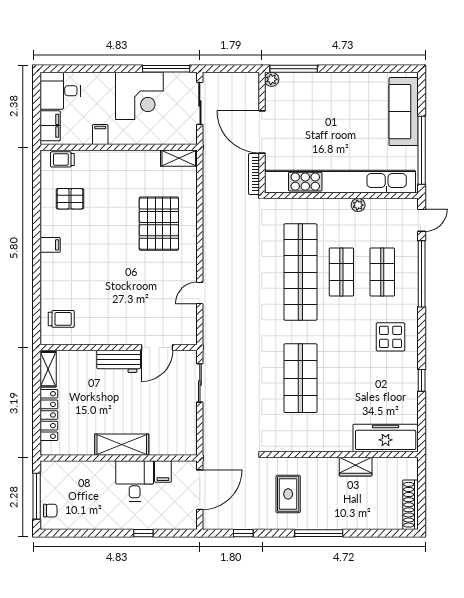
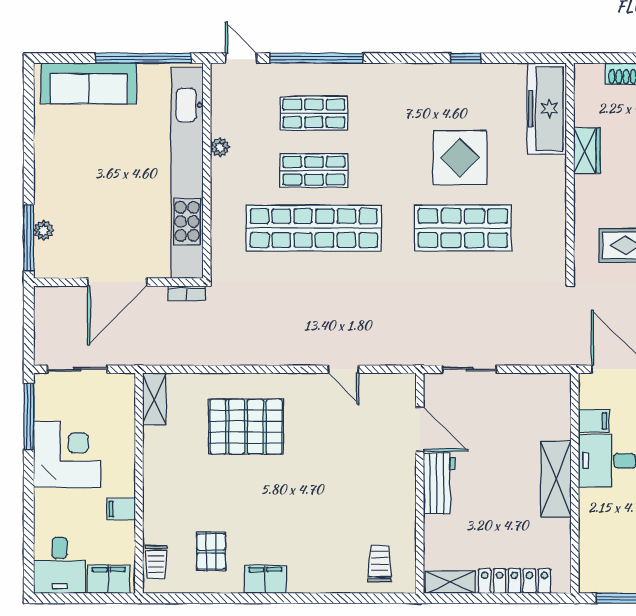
plant: (272, 79) -> (44, 230), moved
bookcase: (254, 174) -> (187, 293), width x0.64
filing cabinet: (50, 245) -> (265, 579), width x2.00
display table: (391, 337) -> (460, 158), moved, width x1.36, depth x1.36

